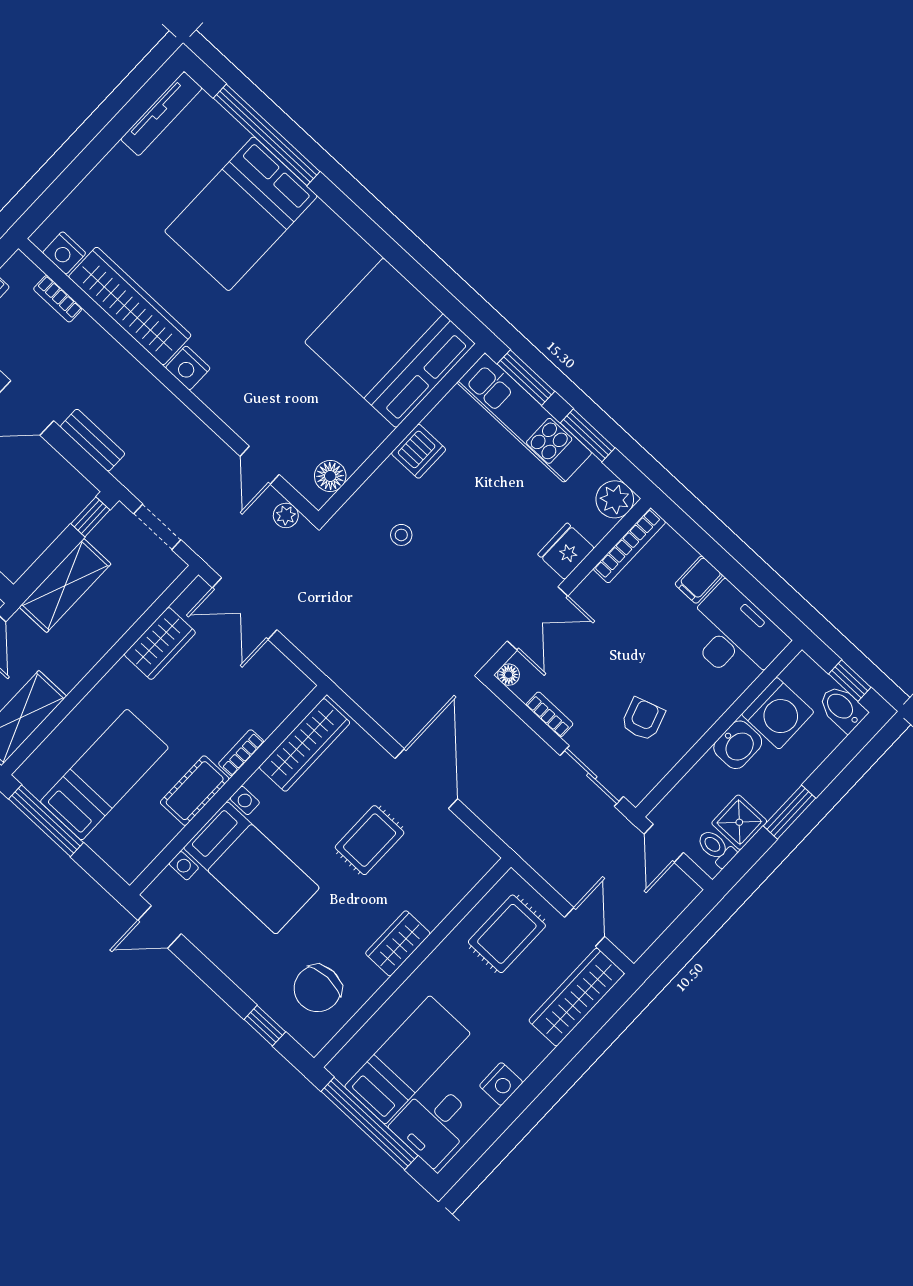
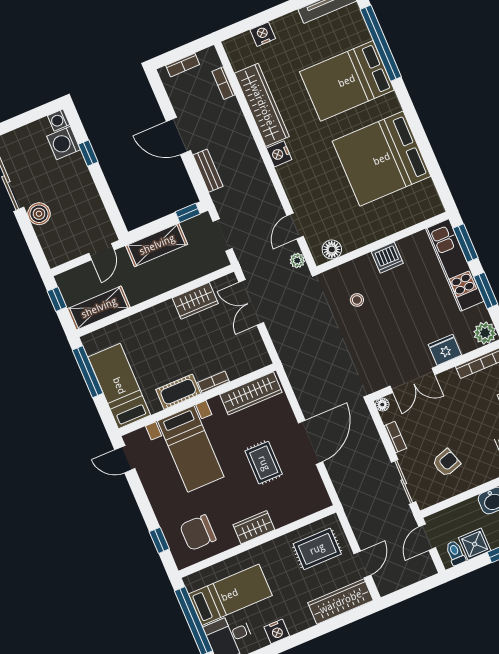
nightstand: (64, 253) -> (263, 34), moved, turned 90
bed: (390, 343) -> (382, 159), moved, turned -90
bed: (104, 775) -> (119, 386), moved, turned -90
rug: (370, 840) -> (264, 463), turned 90

